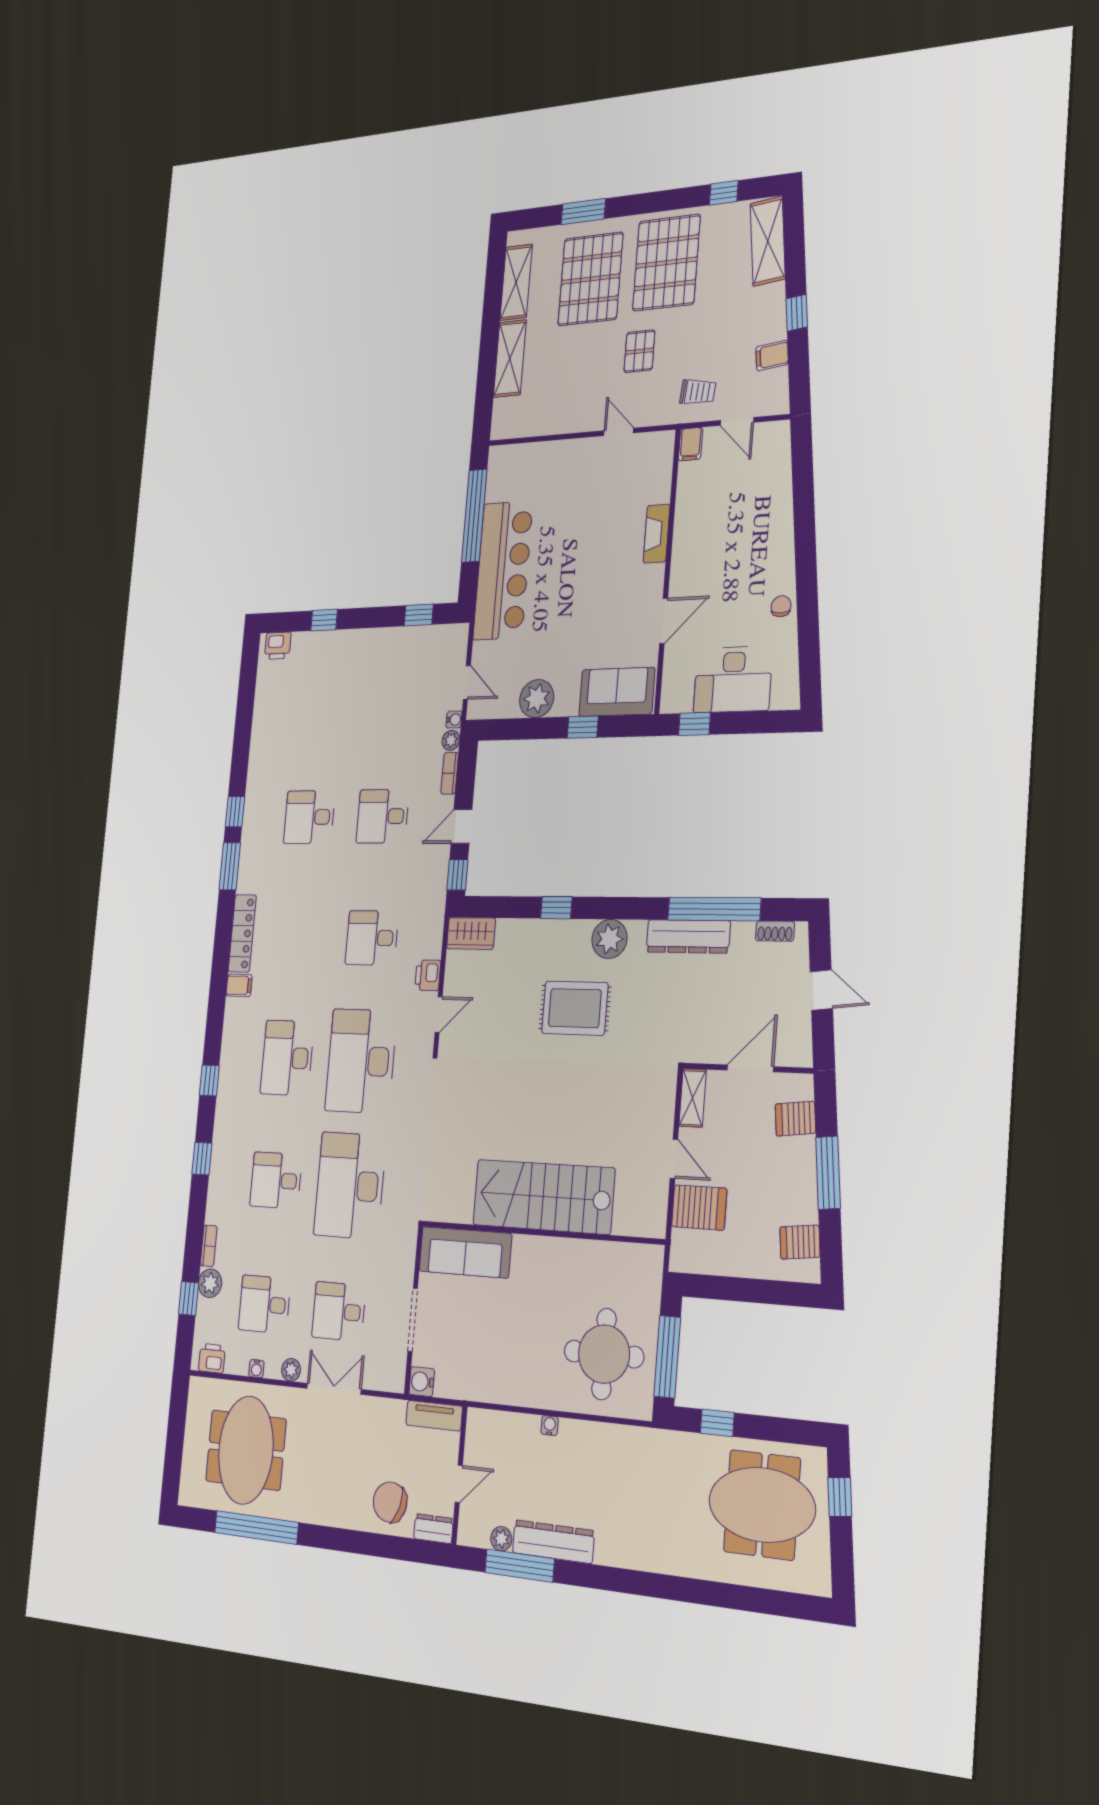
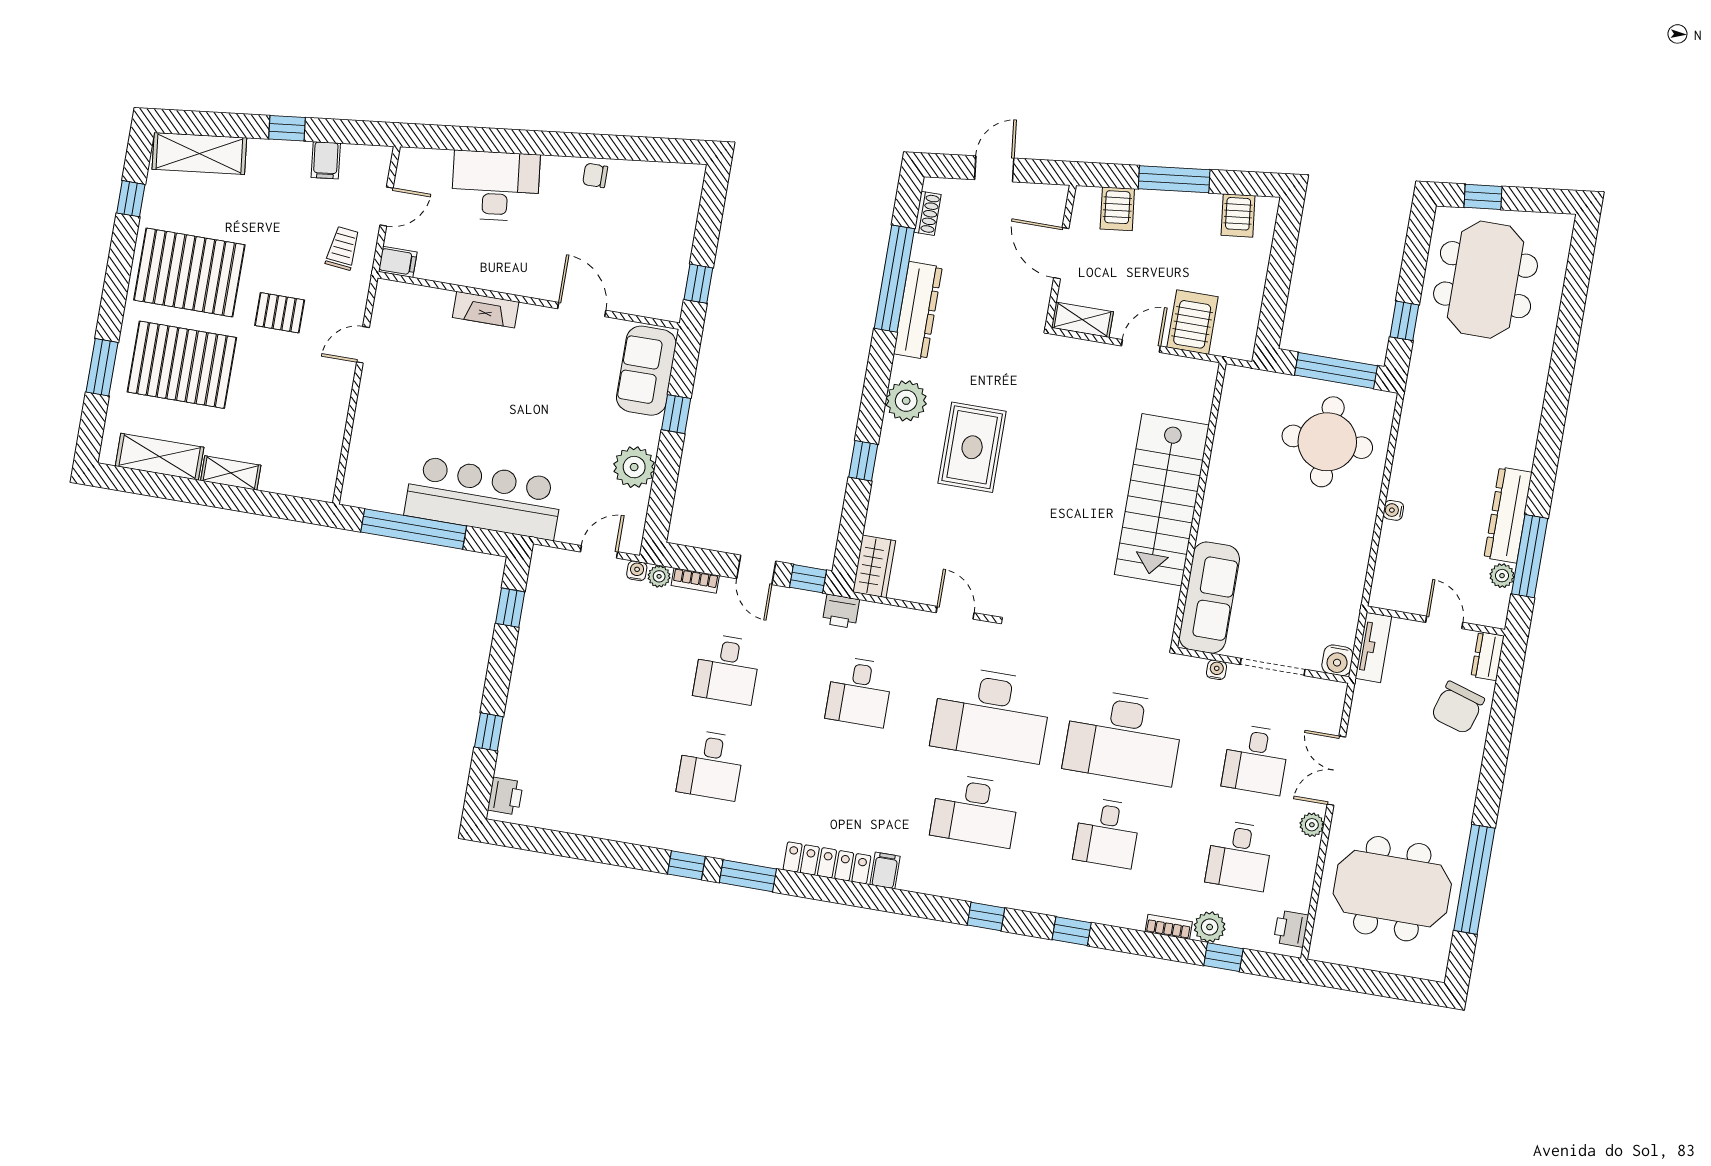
shelving: (510, 359) -> (231, 473), width x0.67, depth x0.75
desk: (733, 679) -> (496, 186), moved, turned -96
printer: (428, 975) -> (841, 611), moved
water cooler: (256, 1369) -> (1217, 670), moved, turned -90

